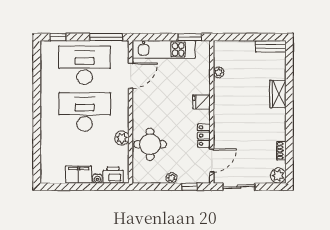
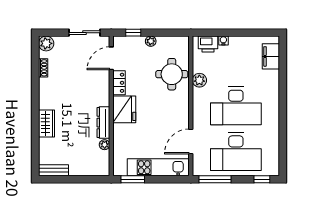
dresser: (220, 95) -> (103, 123), added
fridge: (201, 102) -> (124, 109), width x1.88, depth x1.34
filing cabinet: (79, 175) -> (271, 56), moved, turned 90

